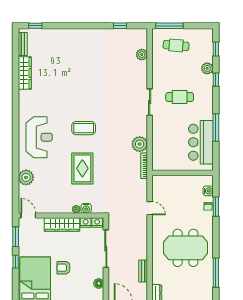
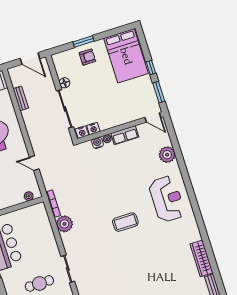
reception desk: (39, 137) -> (167, 199), turned 180
rug: (82, 168) -> (114, 181), removed
plant: (164, 180) -> (29, 196), added
row of seats: (59, 208) -> (125, 135), added
wardrobe: (62, 225) -> (116, 119), removed
armchair: (64, 268) -> (87, 57), moved
floor lamp: (99, 283) -> (65, 83), moved

